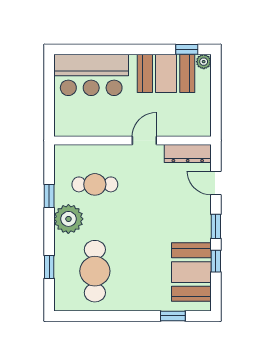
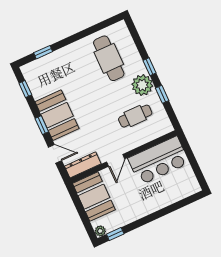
booth: (166, 73) -> (94, 197), moved, turned 90
bar counter: (91, 75) -> (159, 161), moved, turned 180
window: (216, 261) -> (25, 89), moved
window: (49, 267) -> (150, 67), moved
booth: (191, 272) -> (57, 115), moved

